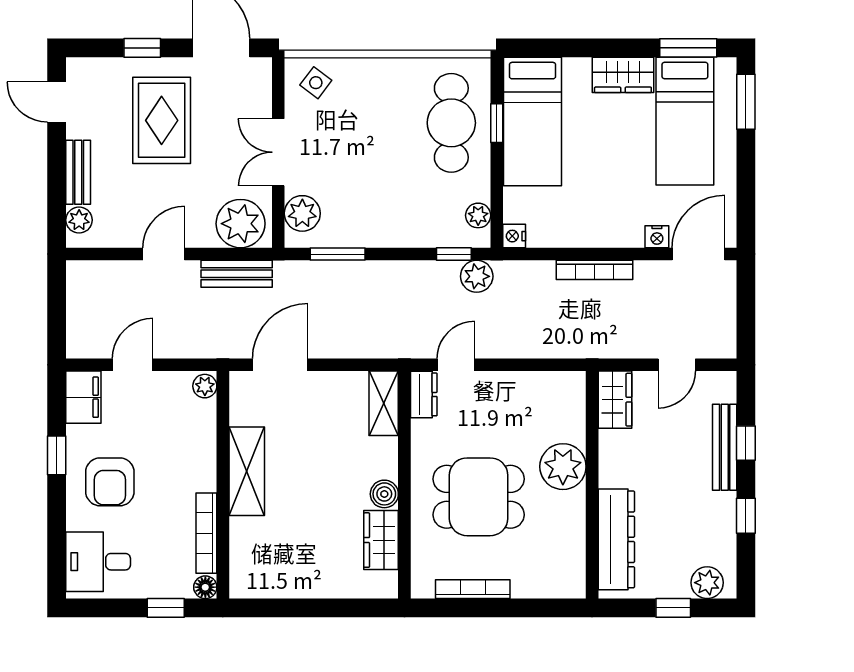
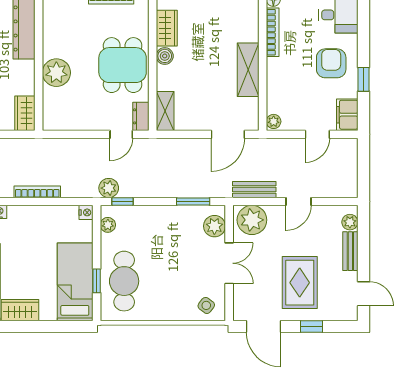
dining table: (479, 497) -> (123, 65), moved, turned 90

